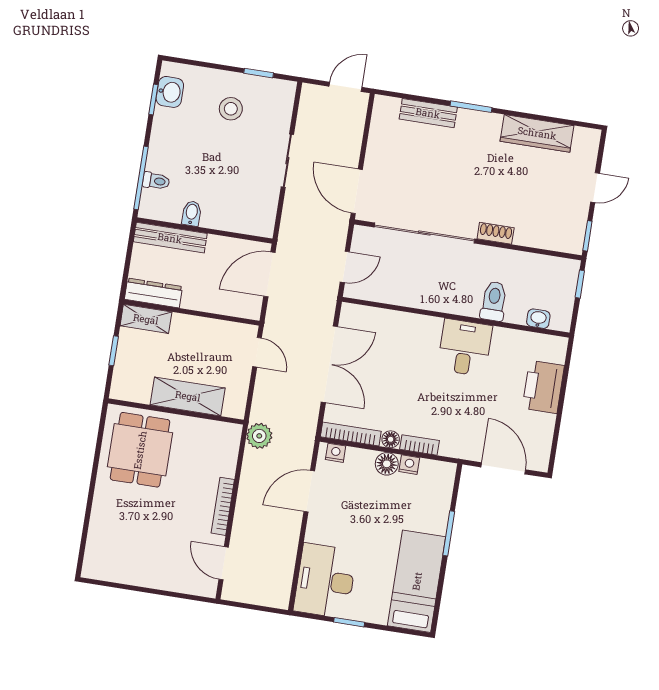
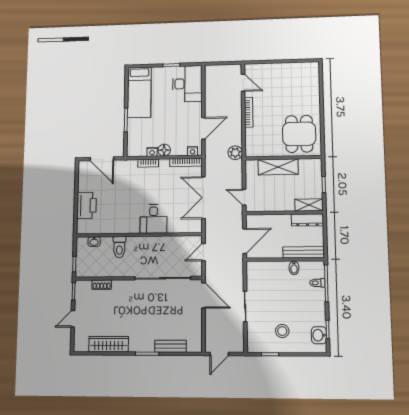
shoe rack: (496, 233) -> (102, 285), moved
desk: (465, 348) -> (153, 219), moved
floor lamp: (391, 439) -> (164, 163), removed

